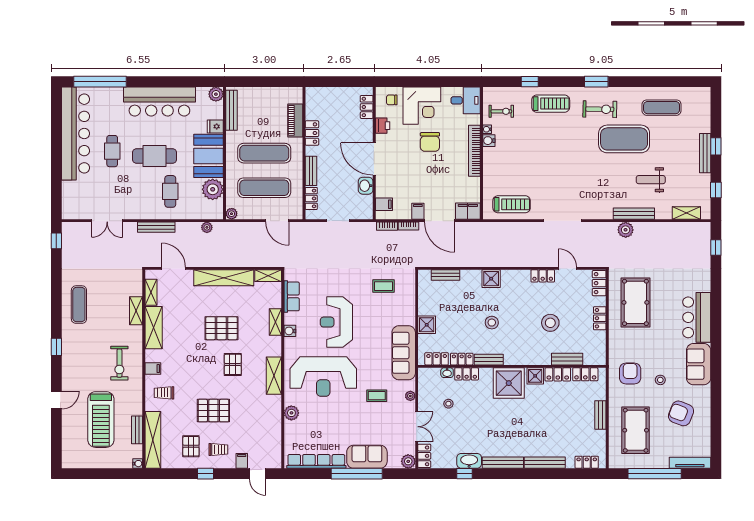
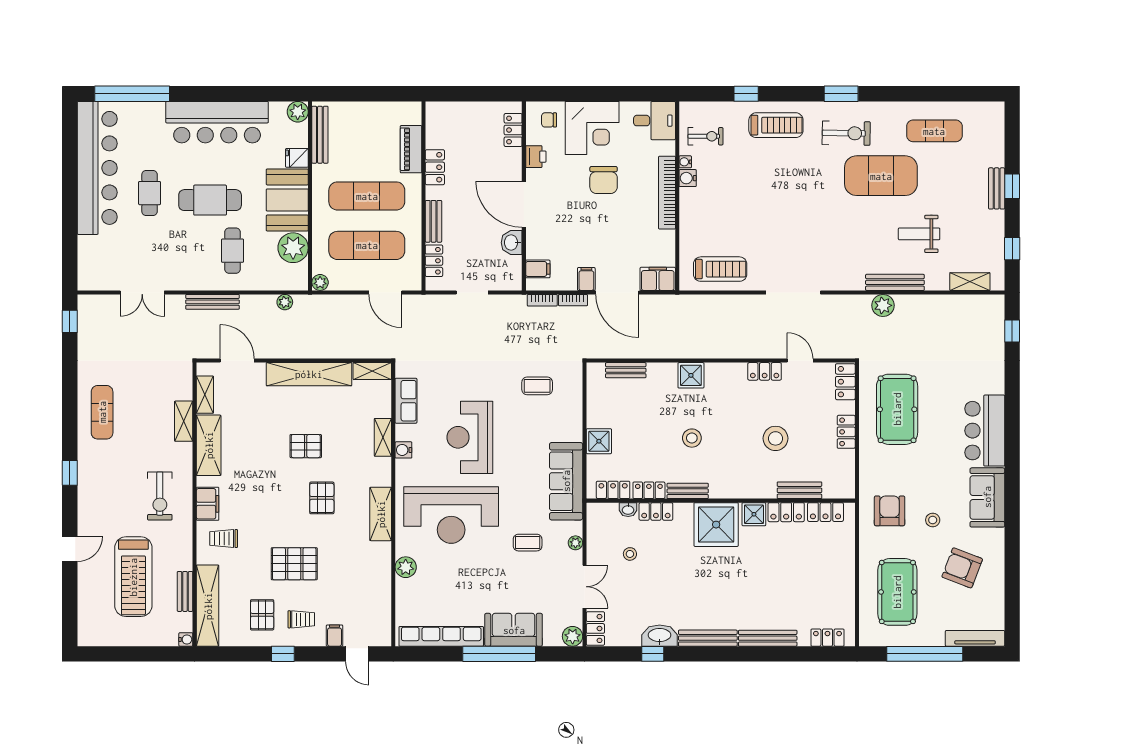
bench: (705, 153) -> (997, 188), width x0.73
pallet: (222, 328) -> (306, 446), width x0.67, depth x0.71
filing cabinet: (153, 369) -> (208, 504), width x2.00
bench: (600, 415) -> (847, 570), removed

